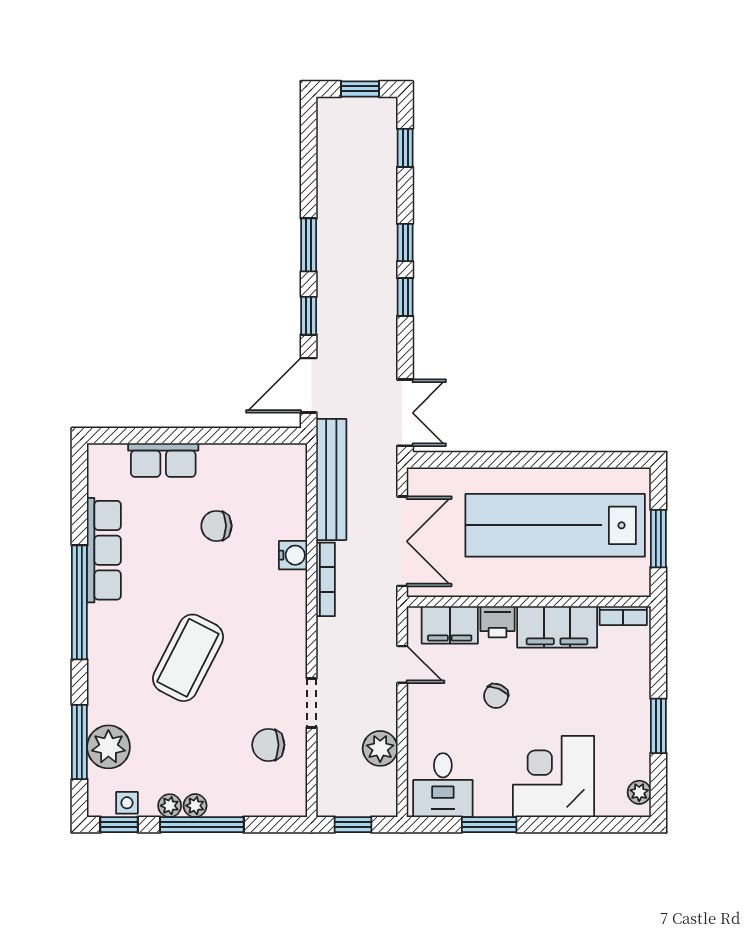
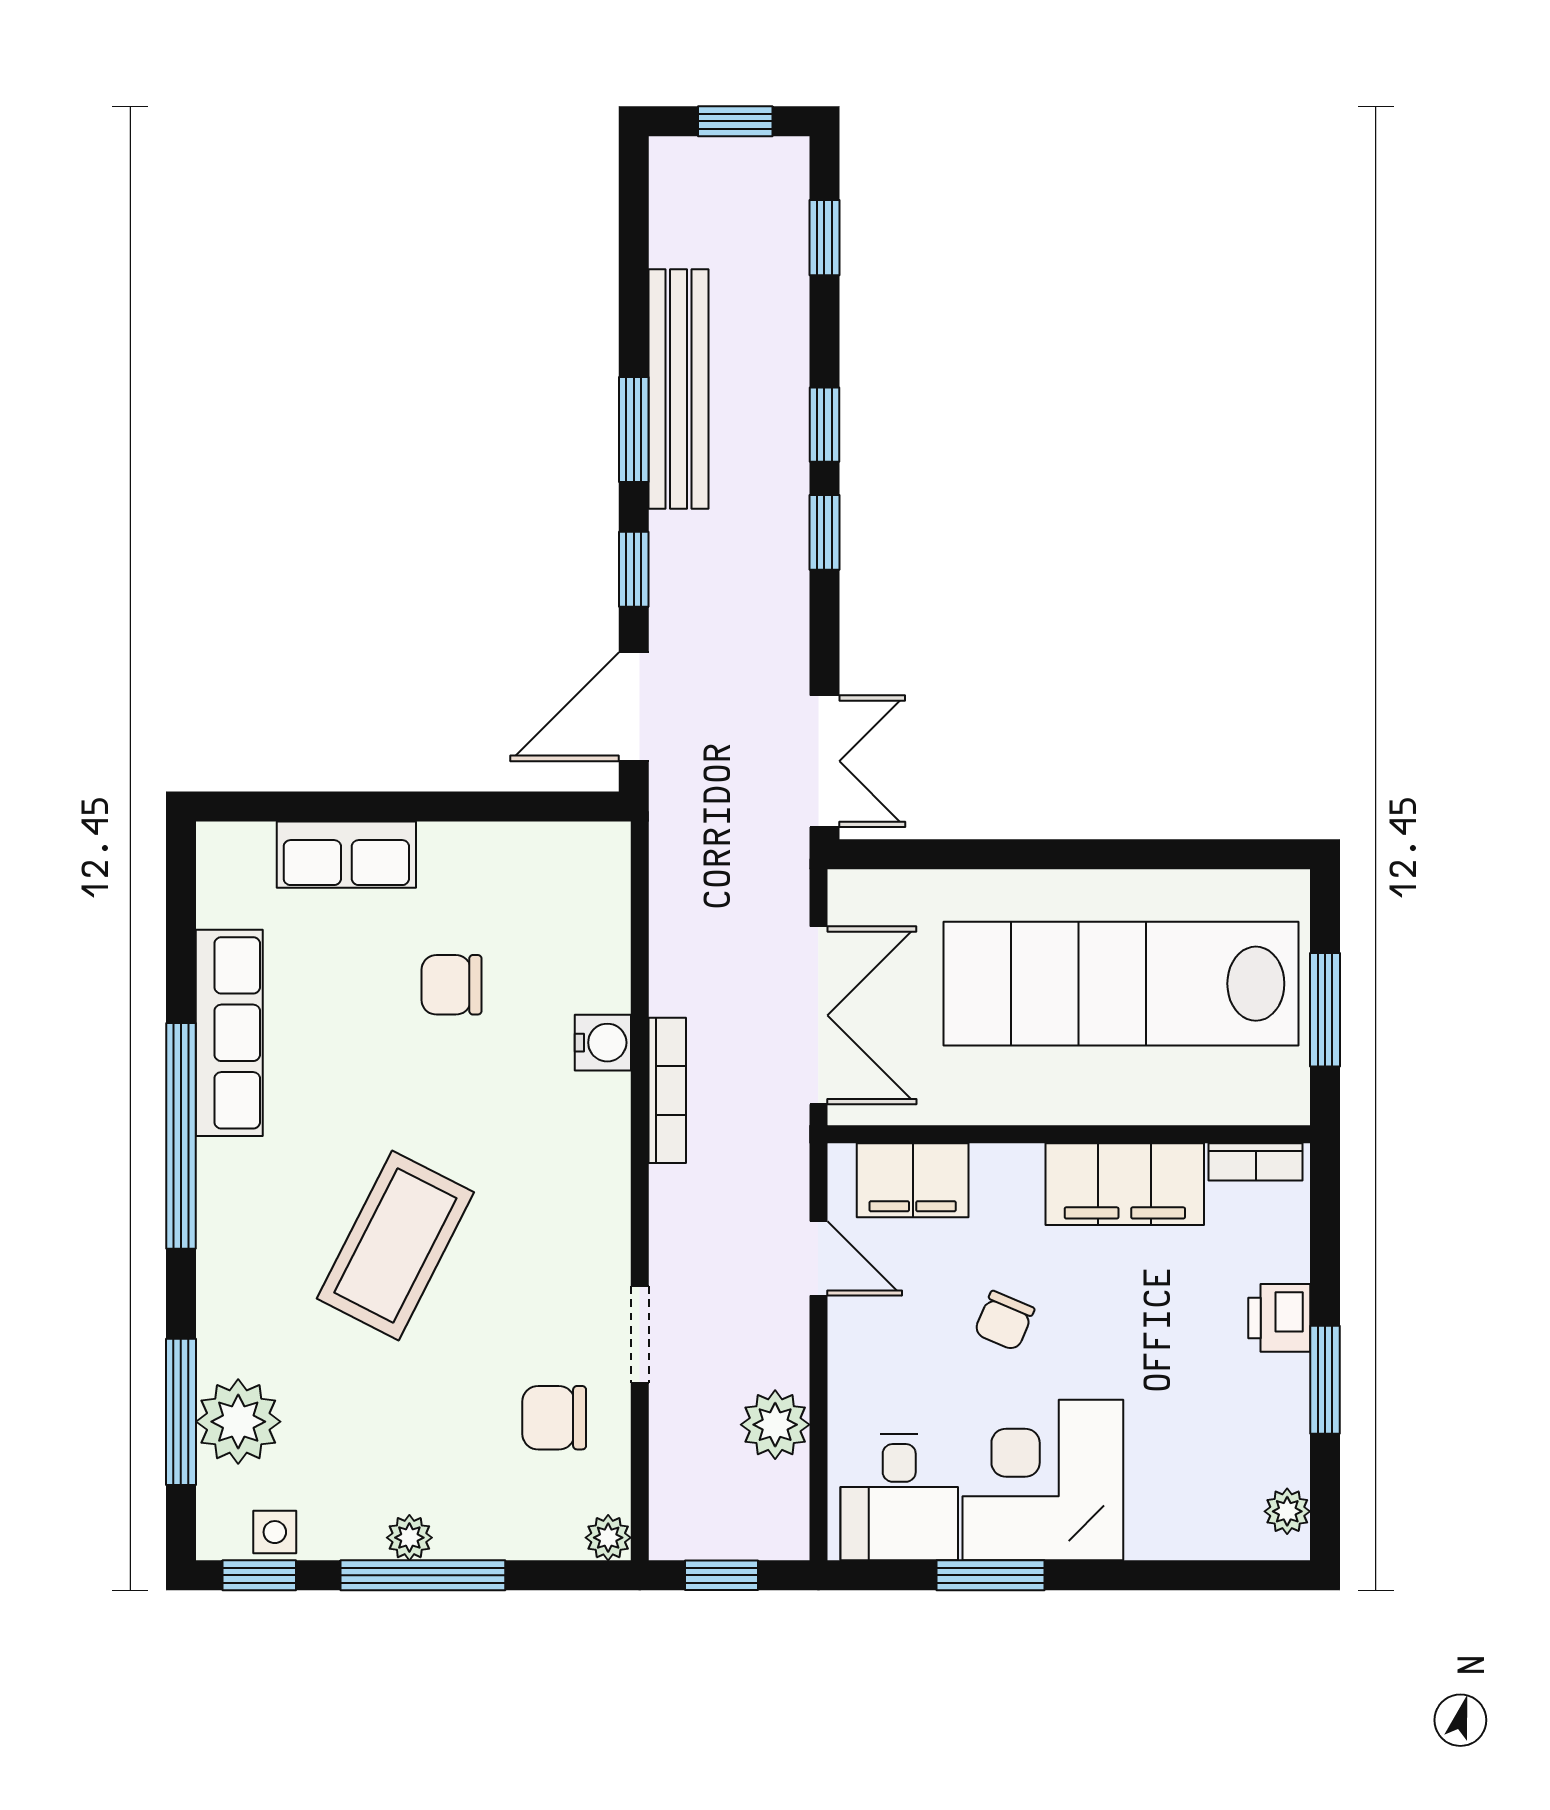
bench: (331, 479) -> (678, 389), moved
printer: (497, 622) -> (1279, 1318), moved, turned 90
corner desk: (554, 776) -> (1043, 1480), moved
plant: (170, 806) -> (608, 1538), moved

